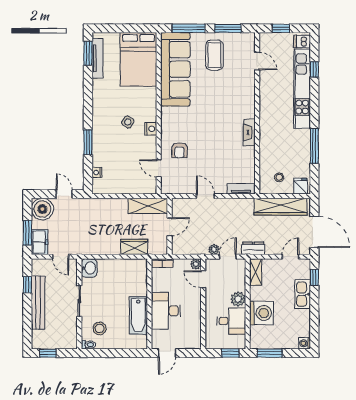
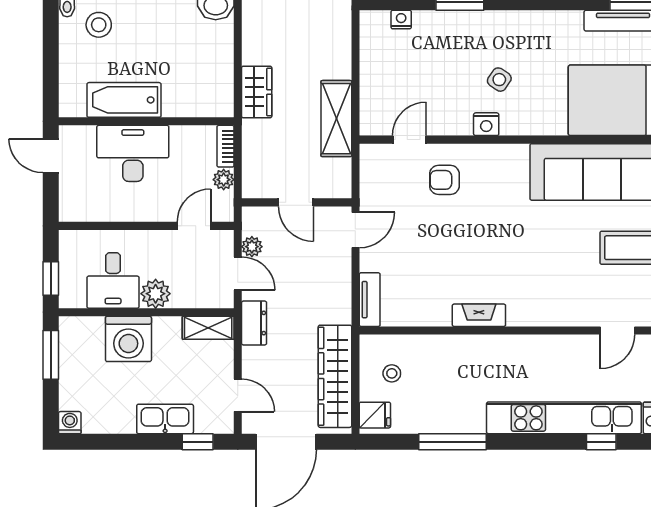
wall: (170, 226) -> (297, 202), moved
door: (170, 227) -> (296, 202), moved
plant: (196, 264) -> (224, 180), moved

